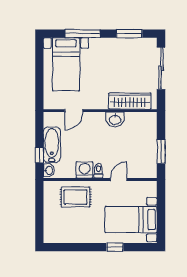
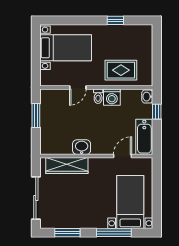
bathtub: (52, 145) -> (144, 137), moved
window: (115, 247) -> (115, 20), moved

